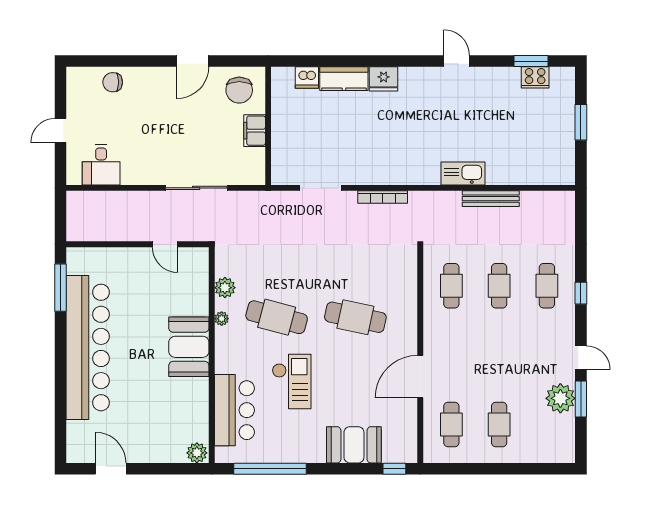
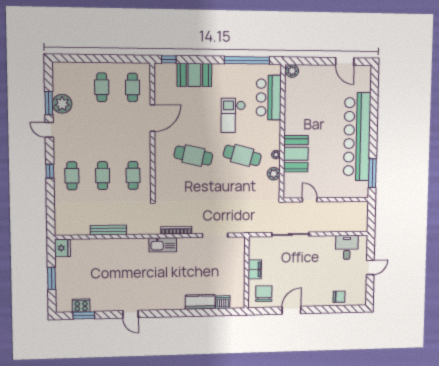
fridge: (384, 79) -> (63, 248), moved, turned 90
kitchen sink: (463, 174) -> (163, 245), moved
booth: (189, 347) -> (296, 154), moved

